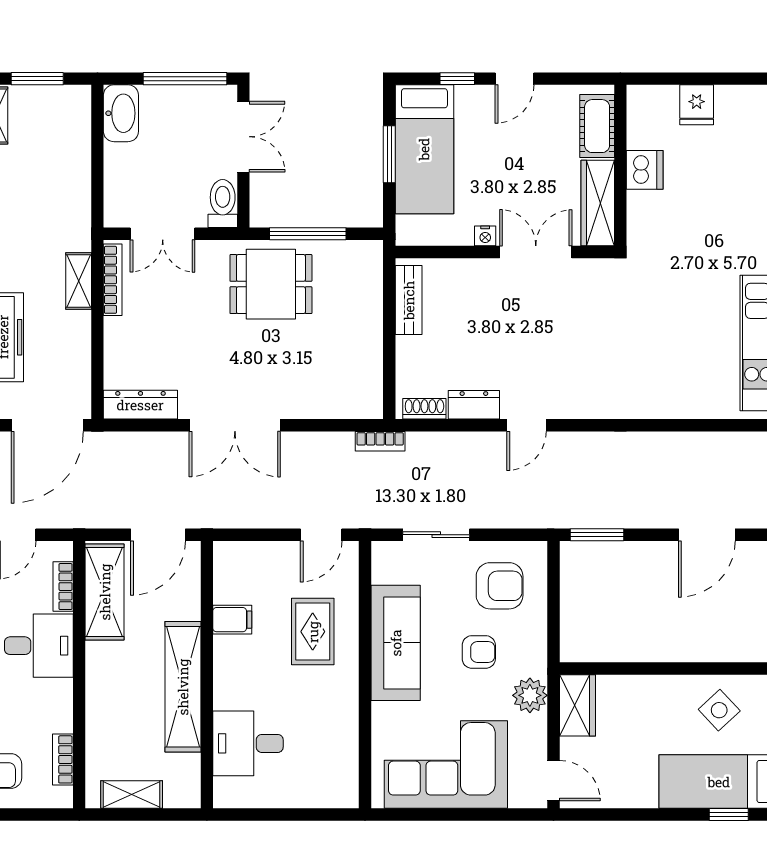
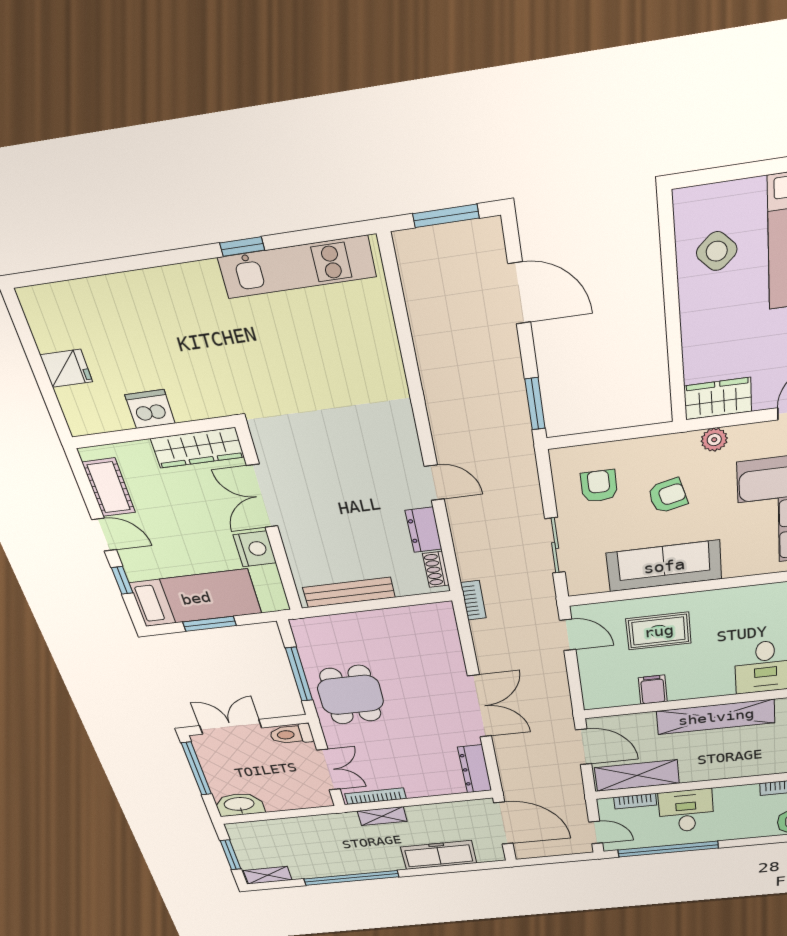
cot: (597, 126) -> (109, 487), moved, turned 90
nightstand: (485, 236) -> (255, 549), width x1.89, depth x1.79
bench: (409, 300) -> (349, 592), width x1.36
armchair: (500, 586) -> (599, 486), width x0.72, depth x0.72
armchair: (479, 652) -> (668, 496), turned 76
plant: (530, 695) -> (714, 440), width x0.73, depth x0.73

